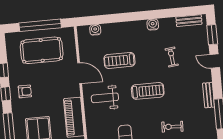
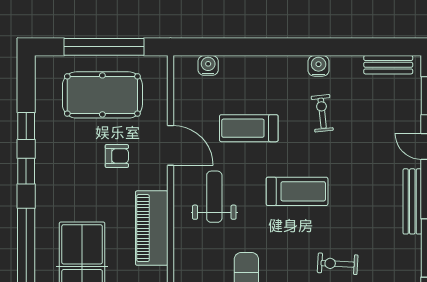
exercise bike: (172, 57) -> (322, 113), moved
armchair: (25, 91) -> (117, 156), moved
bench: (209, 95) -> (412, 201), width x1.36
weight bench: (105, 98) -> (214, 197), turned 90

